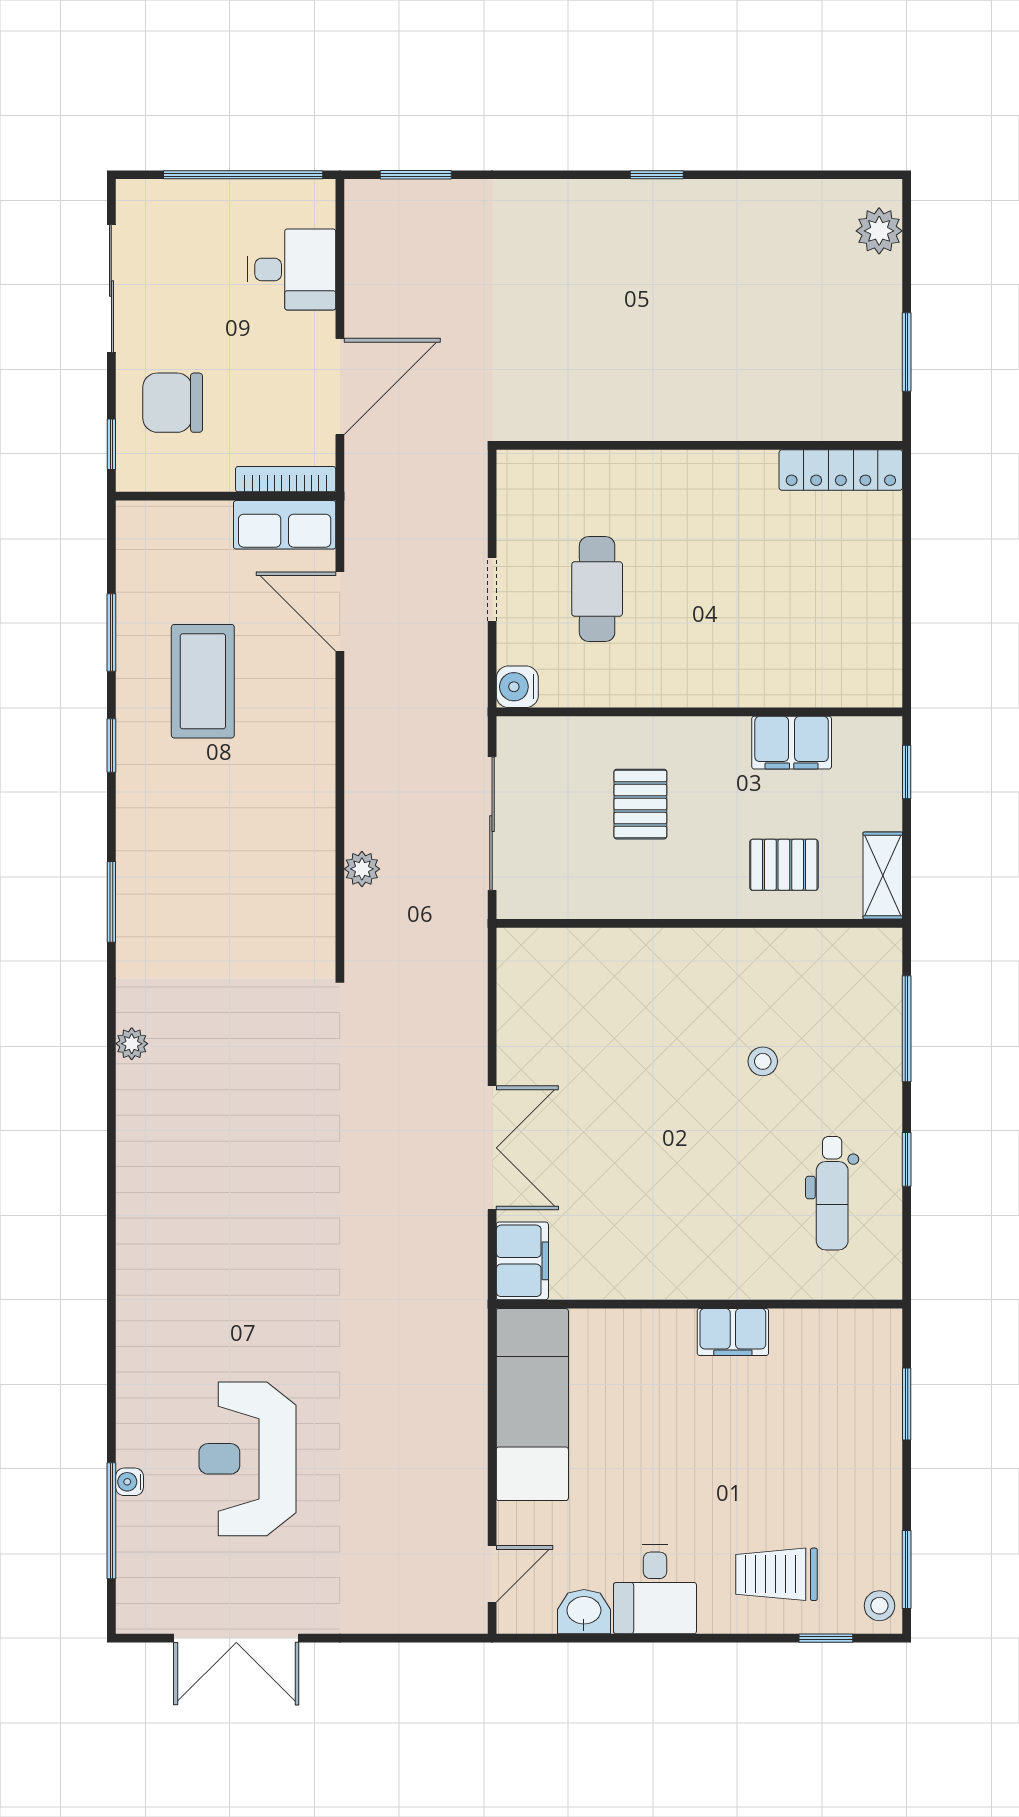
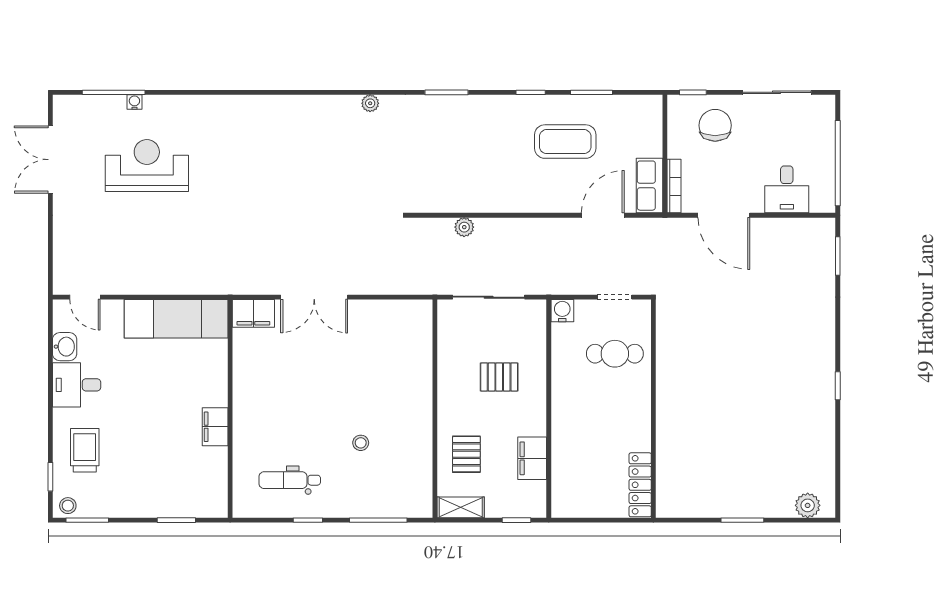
wall: (699, 445) -> (653, 409), moved
locker: (841, 470) -> (640, 485), moved

